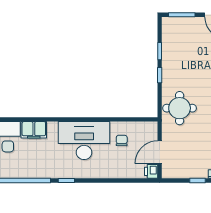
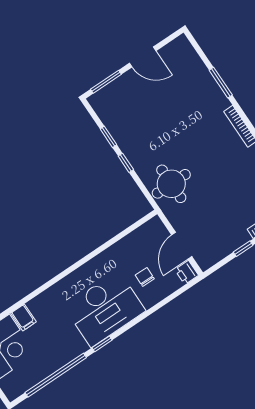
filing cabinet: (34, 130) -> (23, 317), width x0.50
chair: (122, 140) -> (145, 277), moved
desk: (84, 141) -> (105, 309), moved, turned 180

